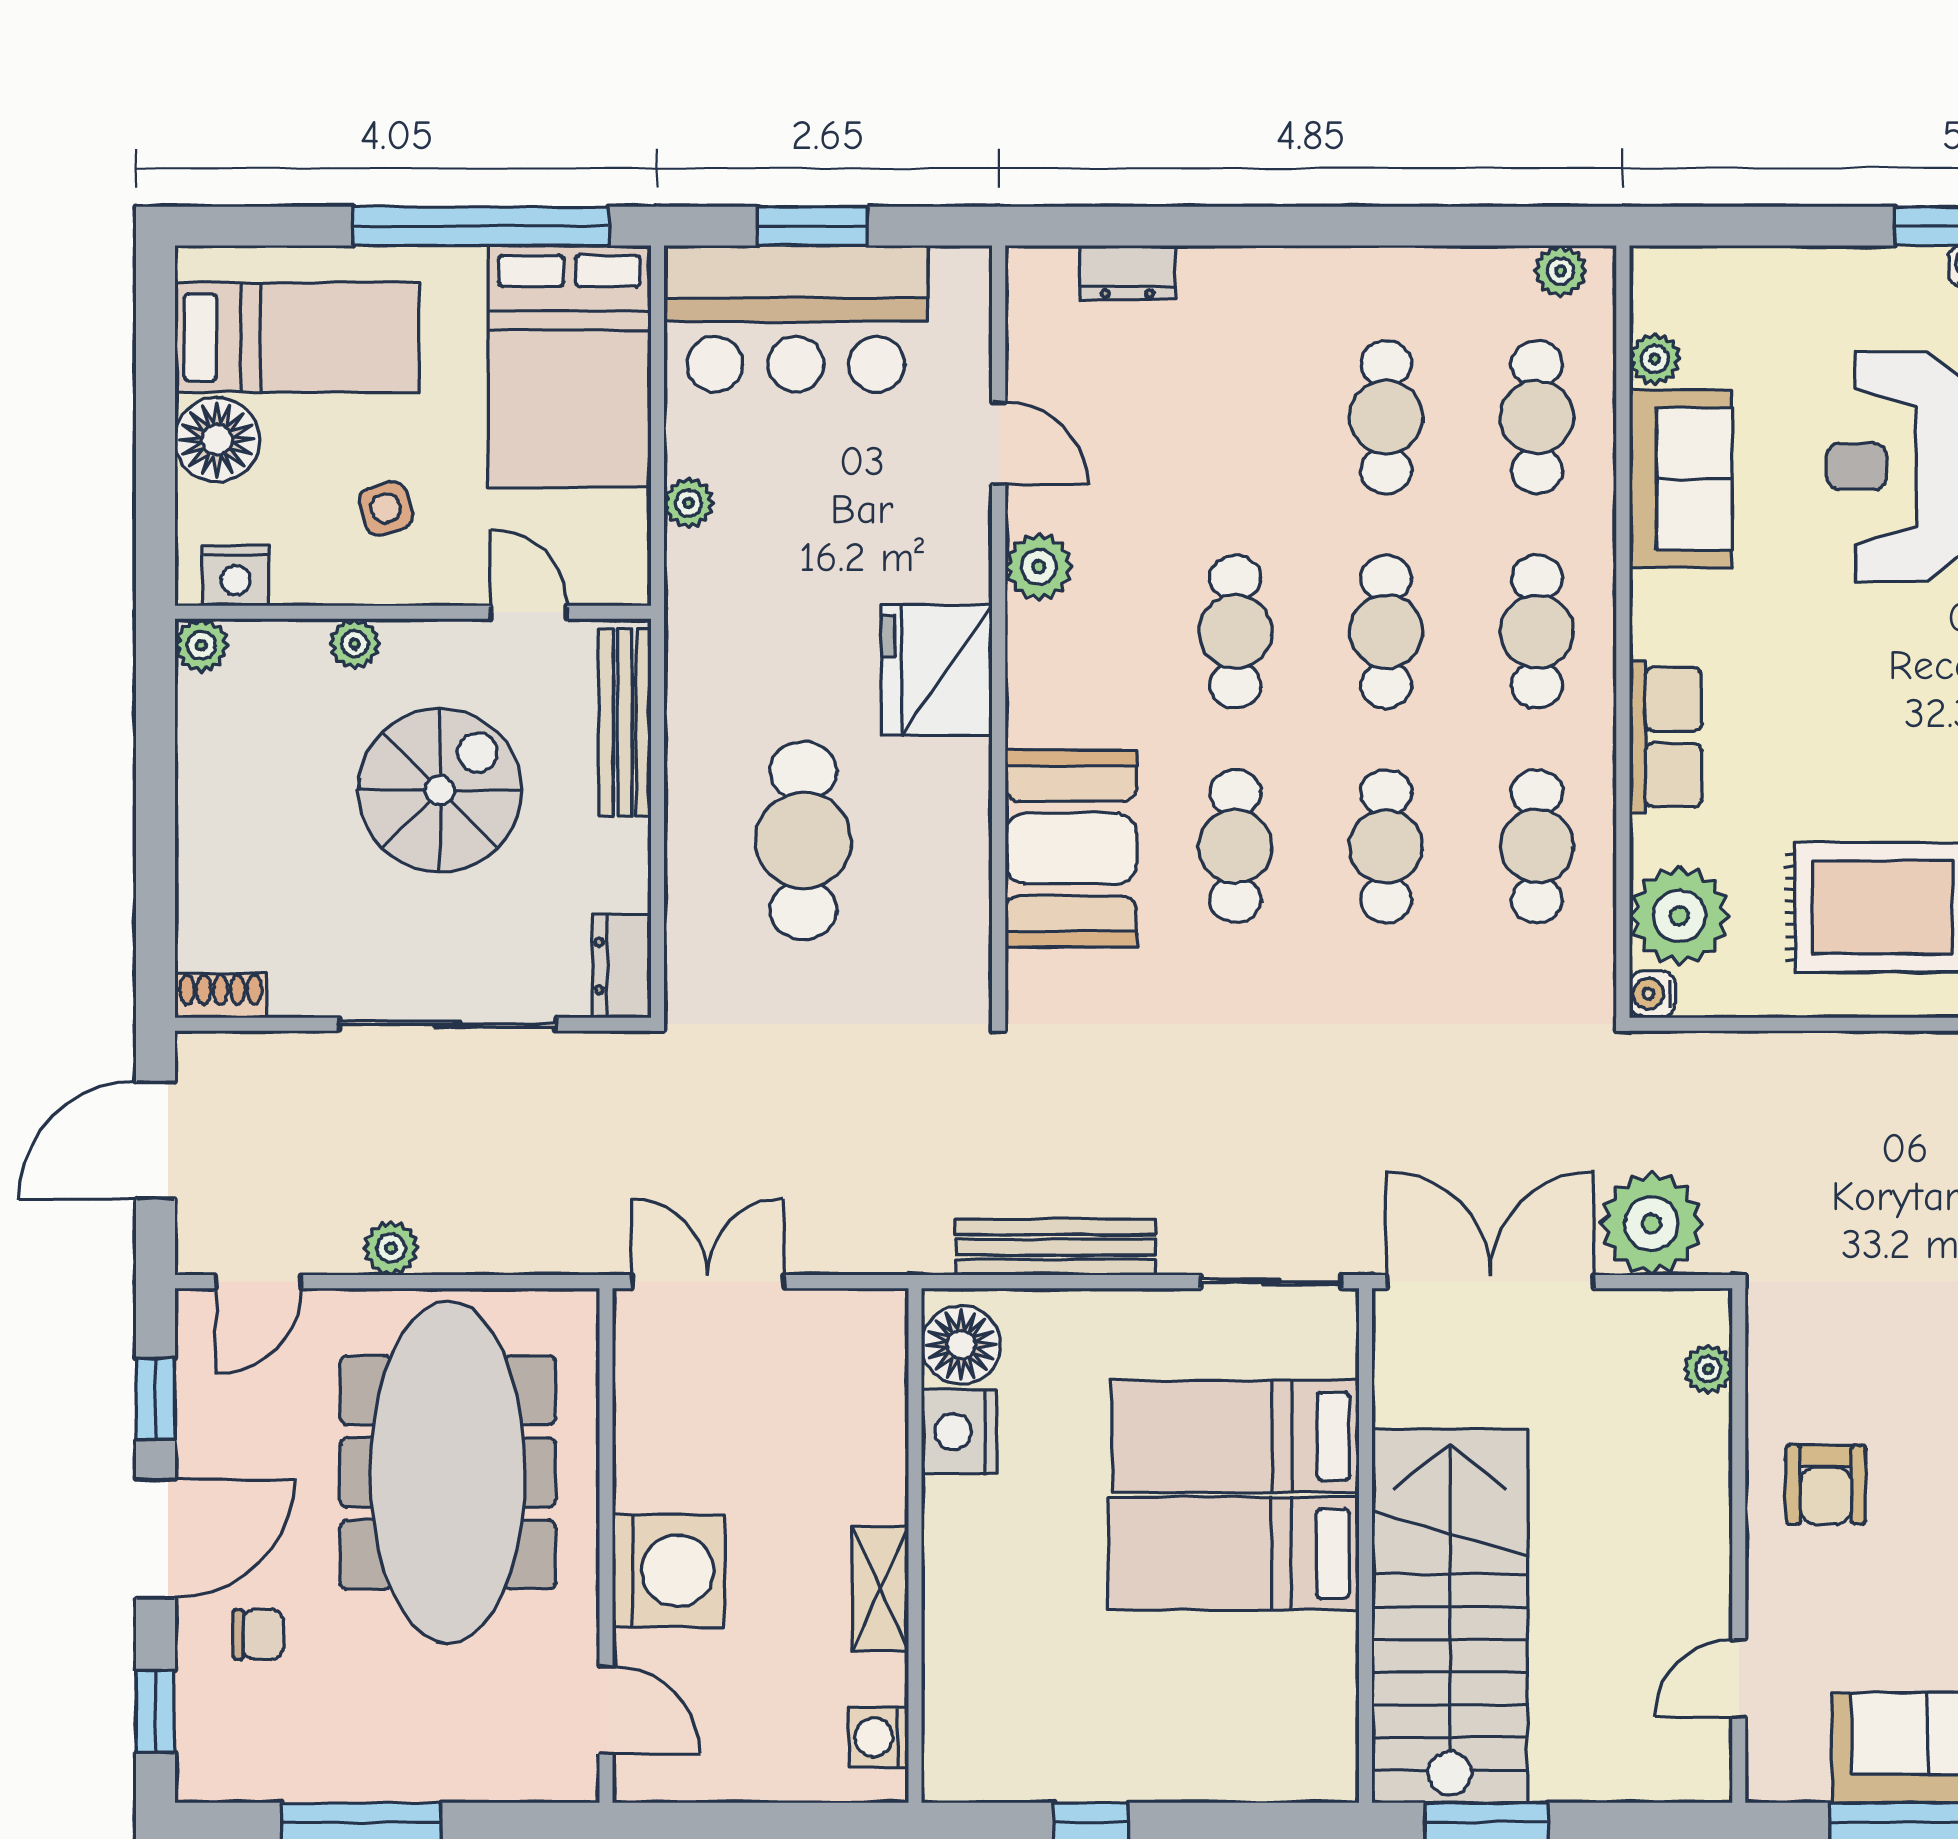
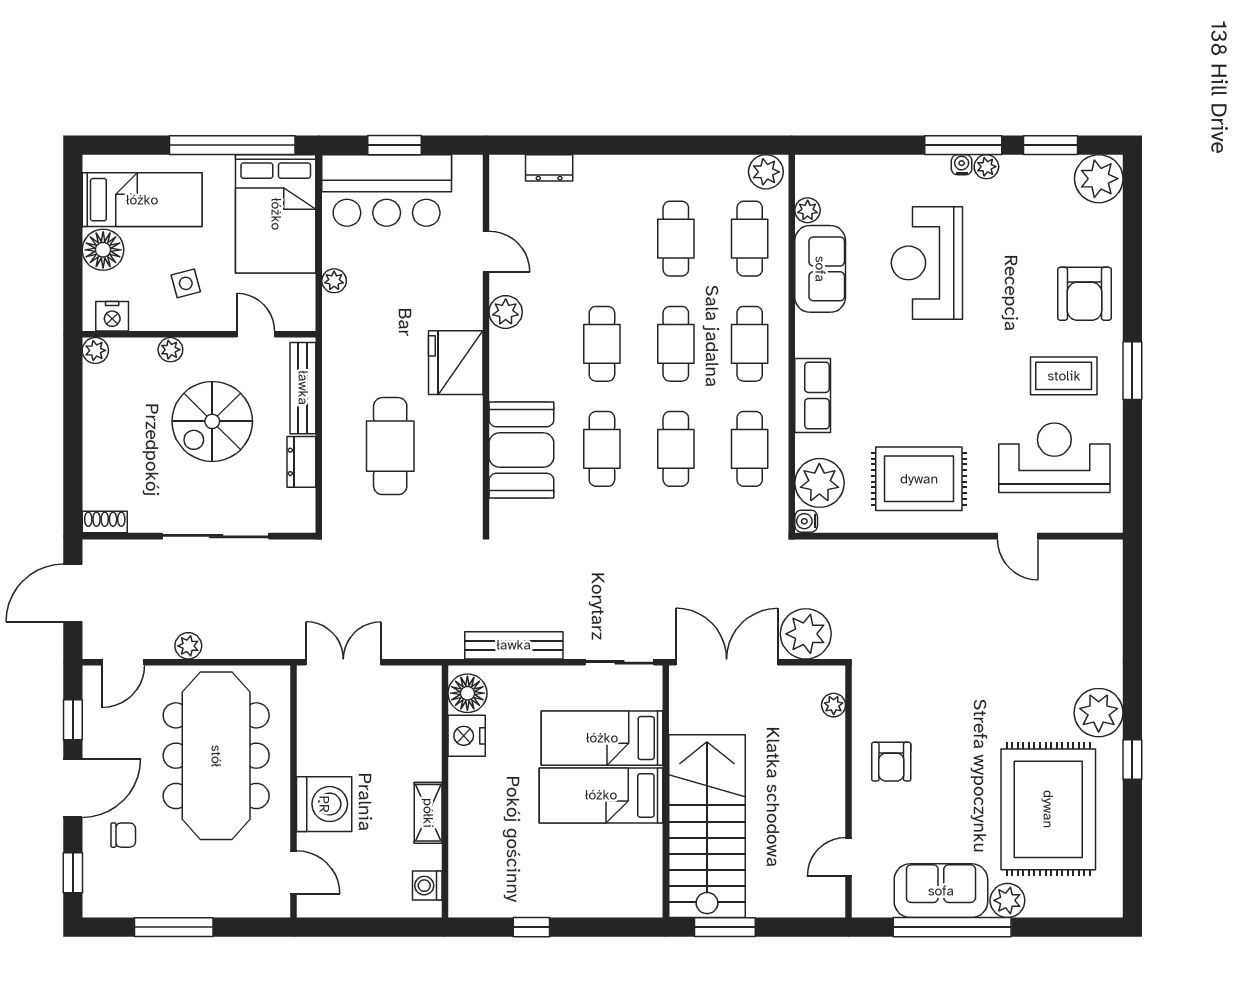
plant: (1560, 271) -> (766, 172), width x1.38, depth x1.38
spiral stairs: (440, 790) -> (212, 421), turned 180
dresser: (622, 966) -> (301, 462), moved

